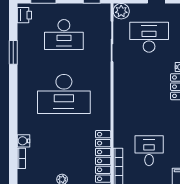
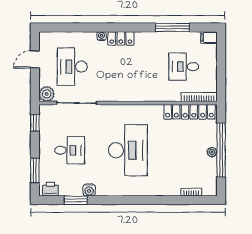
desk: (64, 35) -> (70, 150), width x0.73
window: (13, 52) -> (76, 200), moved
water cooler: (23, 141) -> (89, 190), moved

